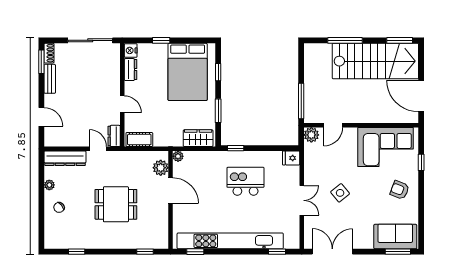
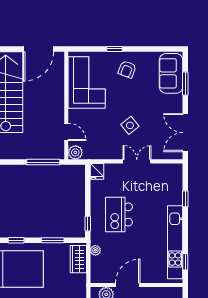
plant: (178, 156) -> (95, 250), moved
window: (421, 162) -> (114, 49), moved
kitchen unit: (230, 241) -> (175, 242), width x0.73
window: (277, 252) -> (185, 199), moved
window: (398, 252) -> (185, 84), moved

